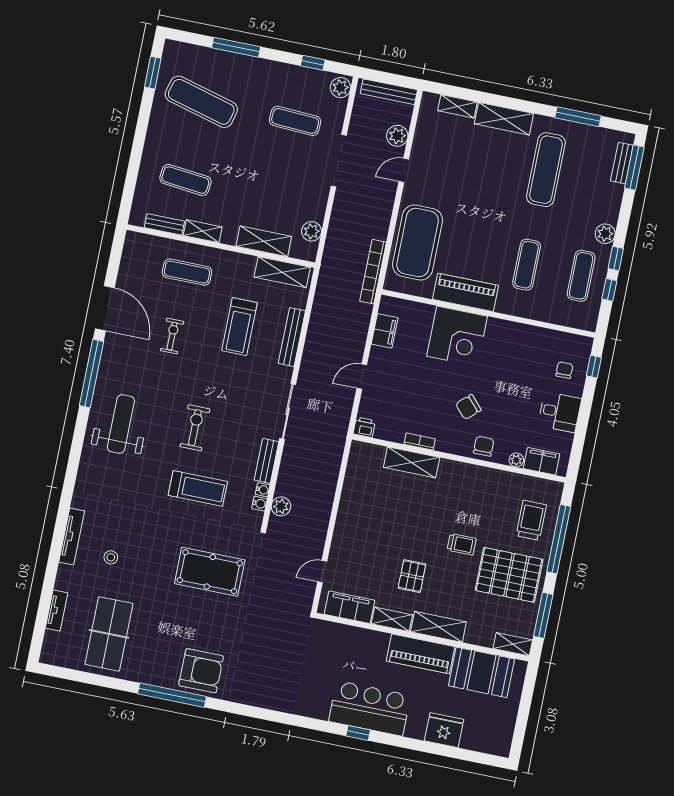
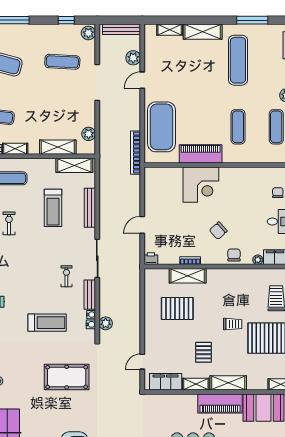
filing cabinet: (385, 331) -> (151, 191), removed
exercise bike: (195, 428) -> (66, 276), moved, width x0.73, depth x0.72
pallet: (387, 506) -> (177, 308), added

